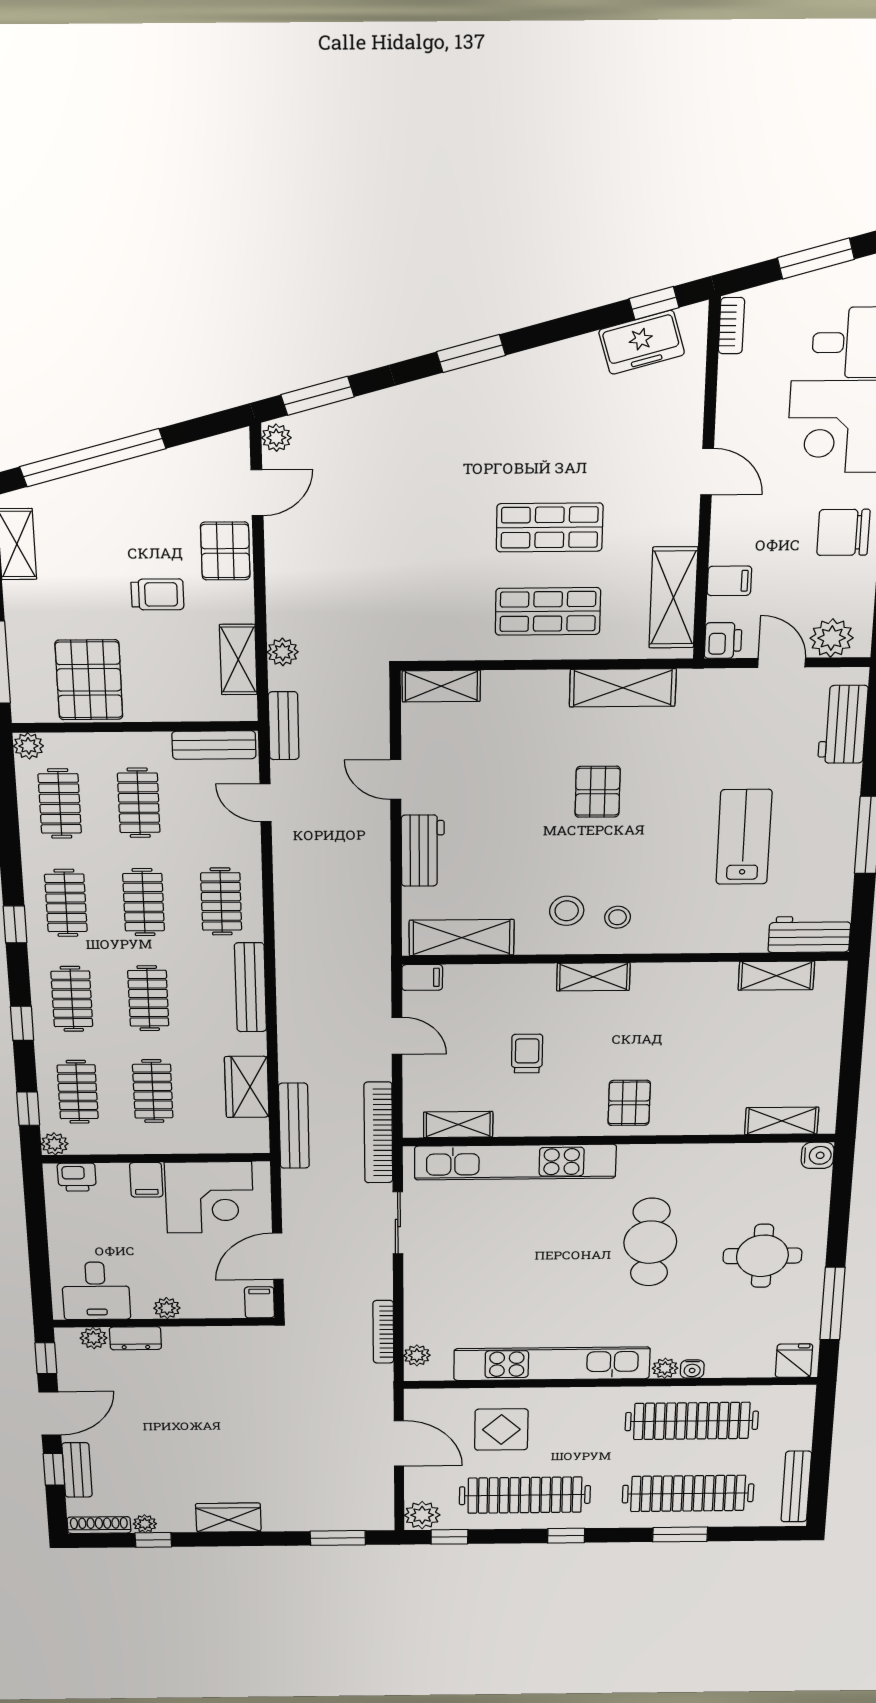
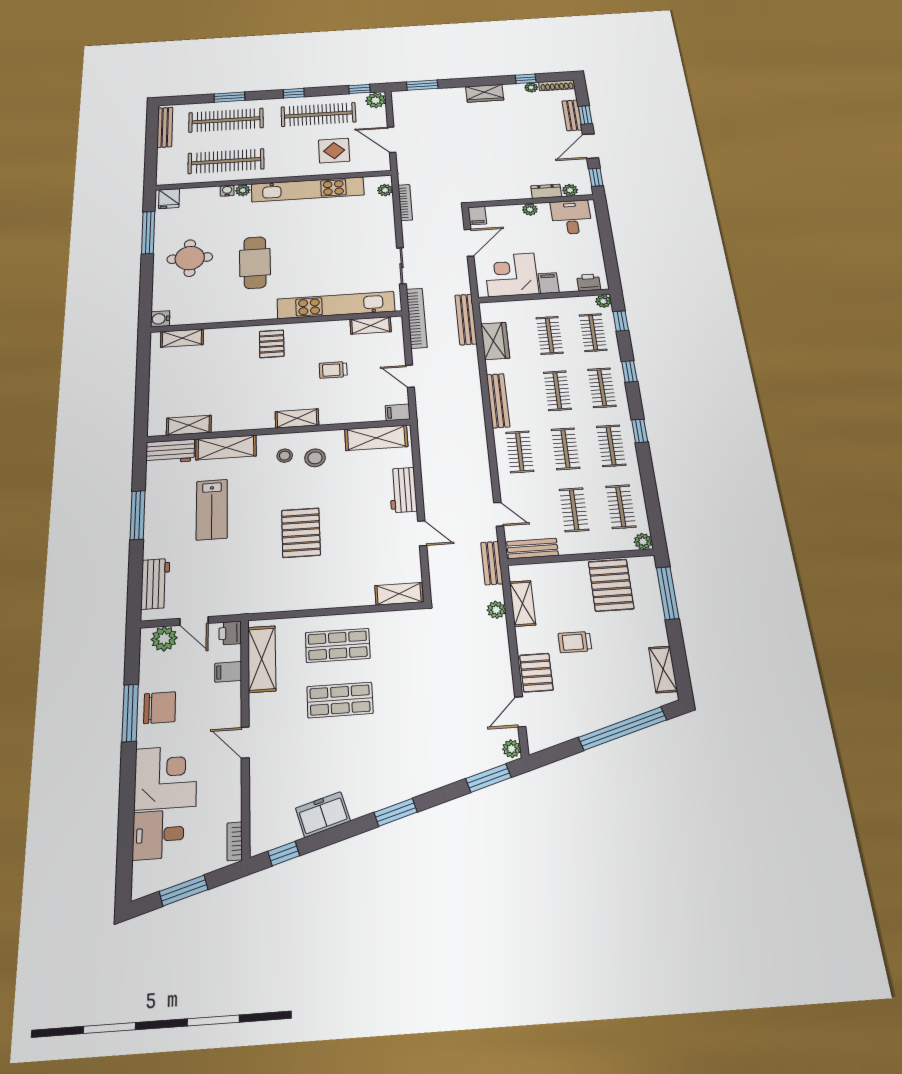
freezer: (642, 342) -> (323, 815), moved
shelving: (623, 688) -> (226, 448), moved
pallet: (598, 792) -> (301, 533), width x1.50, depth x1.42
trolley: (527, 1054) -> (333, 370), turned 90

